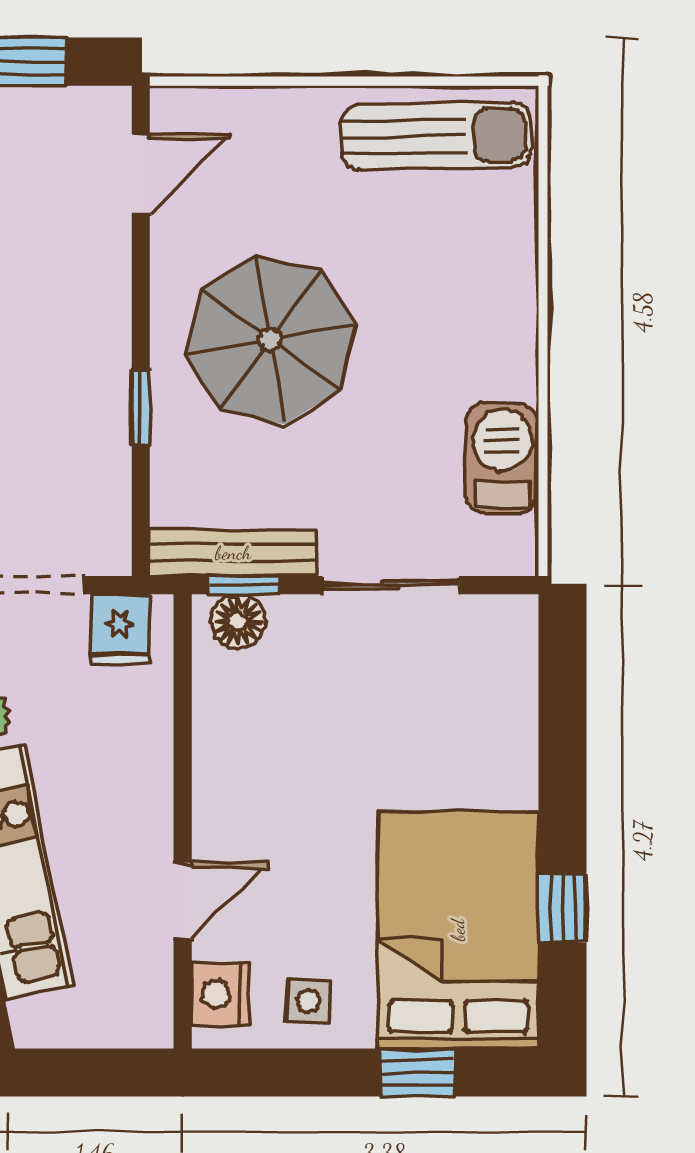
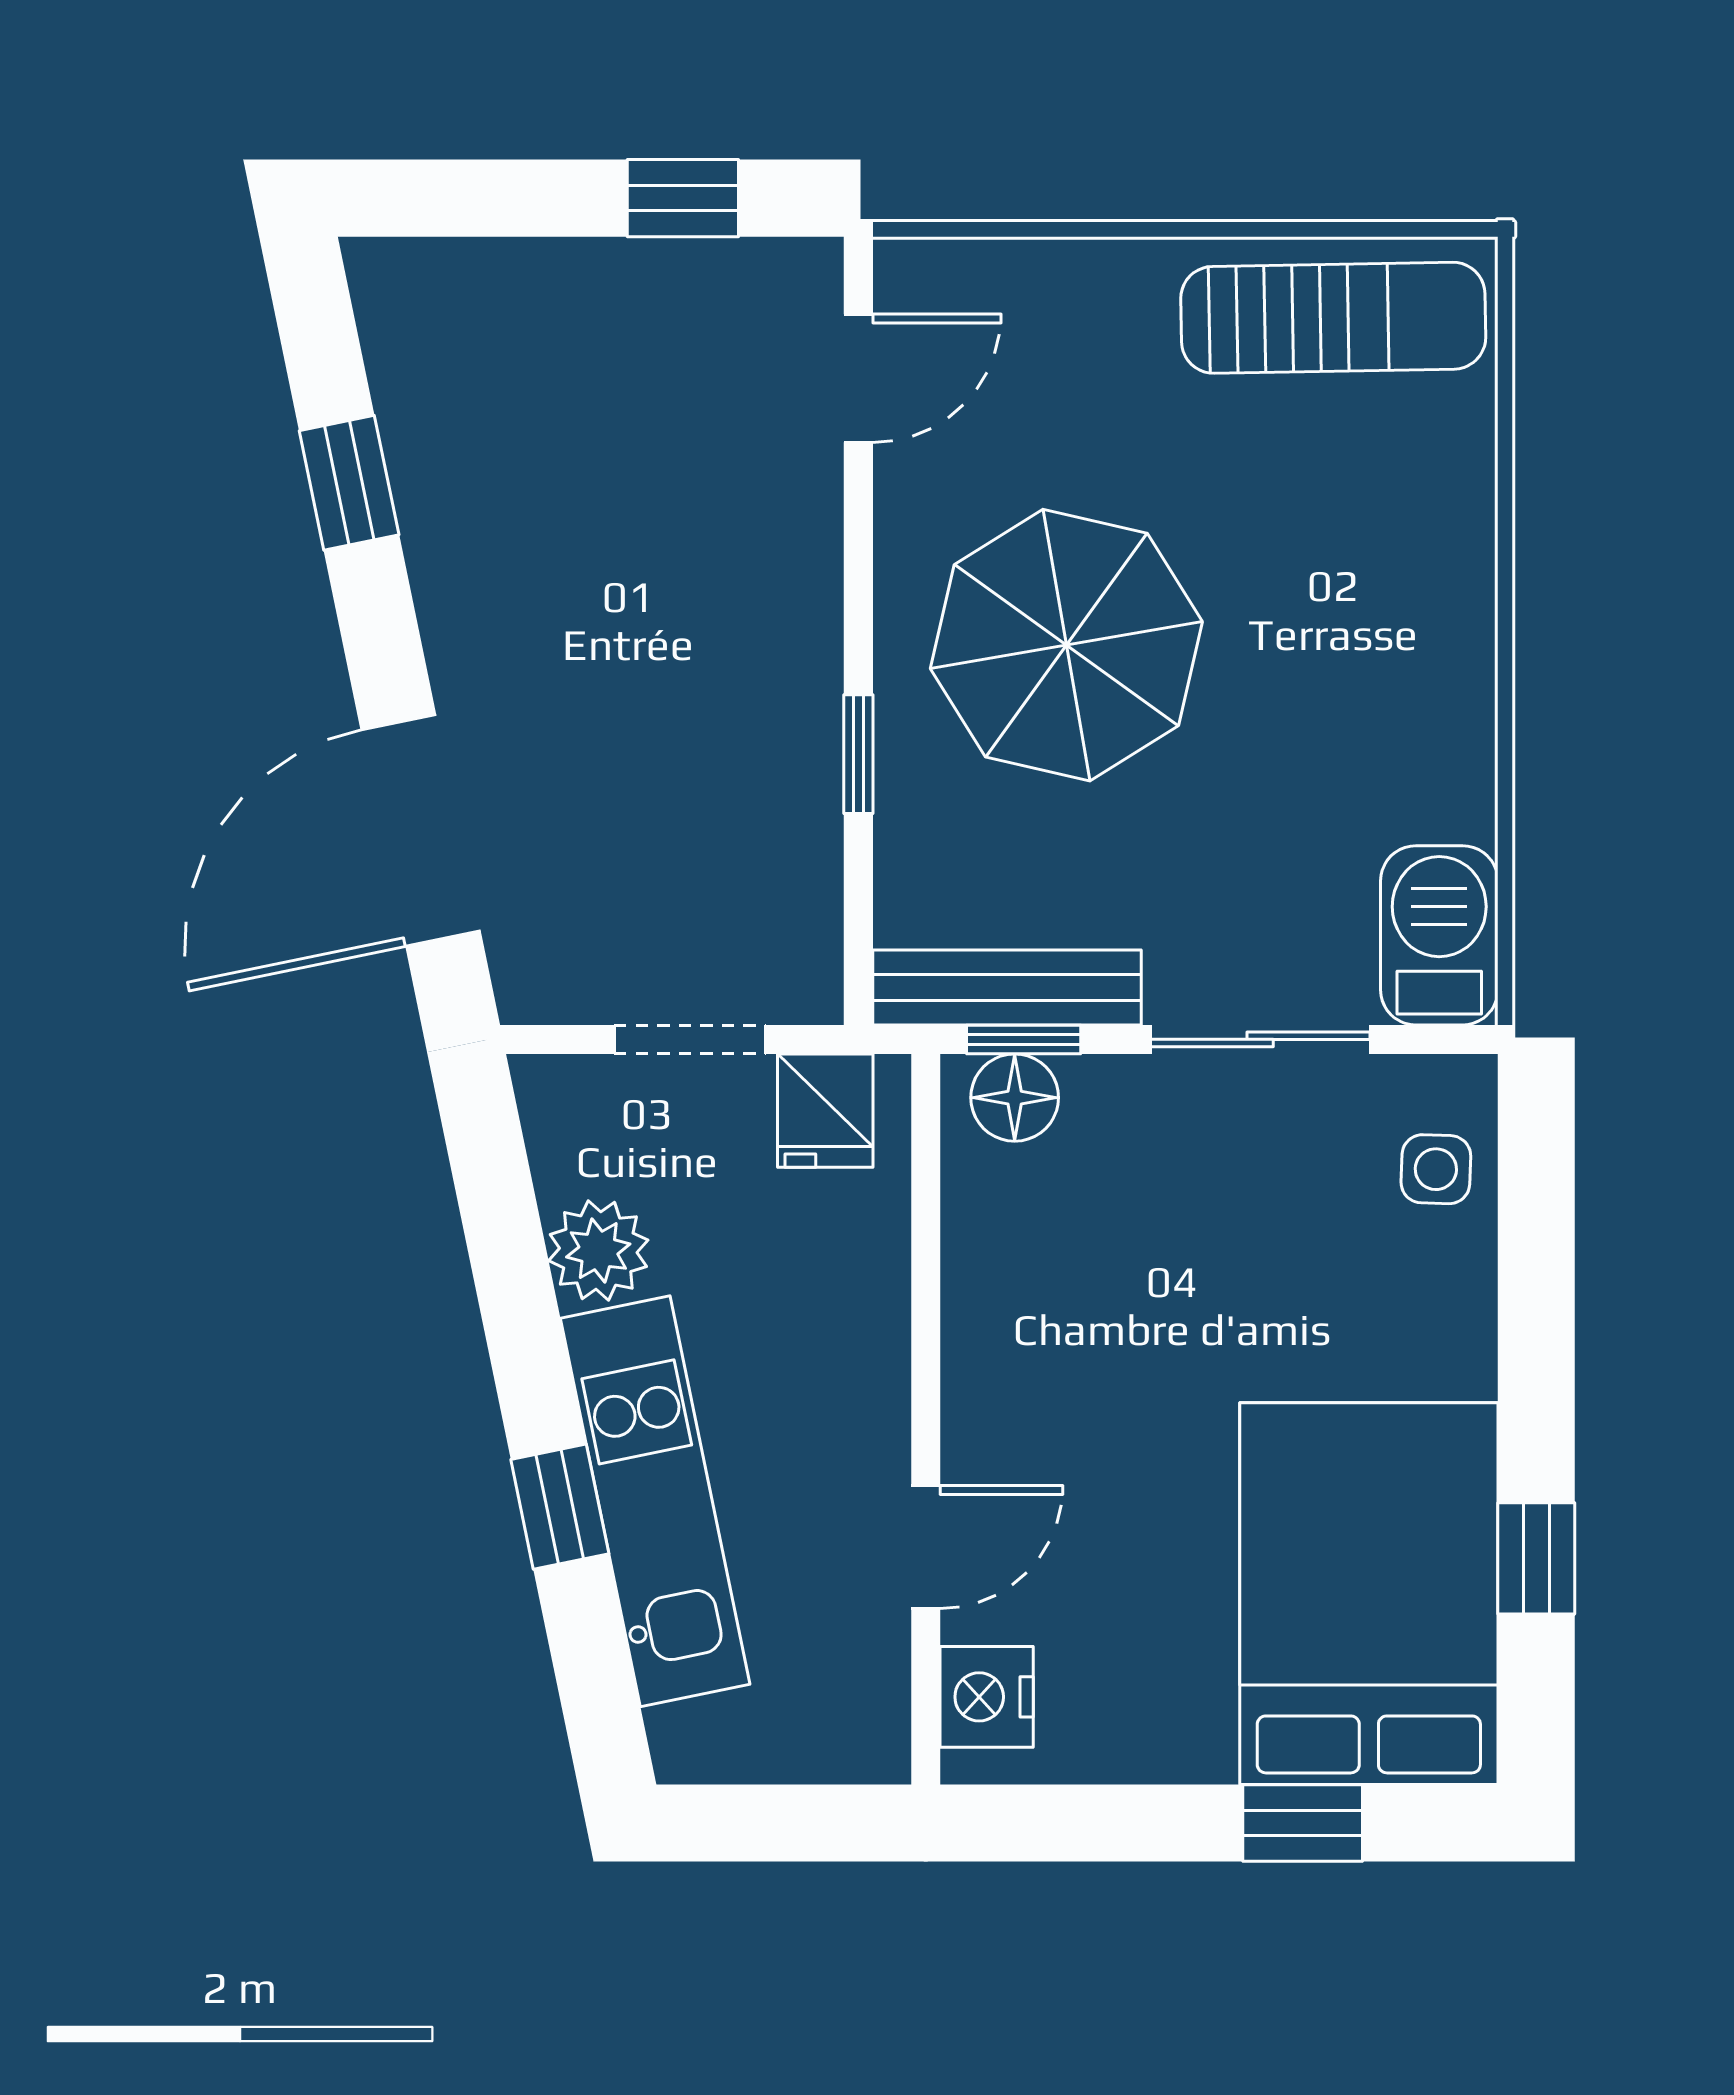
barbecue: (502, 459) -> (1439, 935), moved
side table: (308, 1001) -> (1436, 1169), moved

